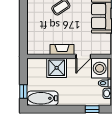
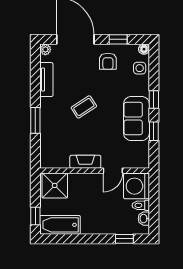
window: (23, 18) -> (35, 120), added
shower: (57, 68) -> (55, 185), moved

